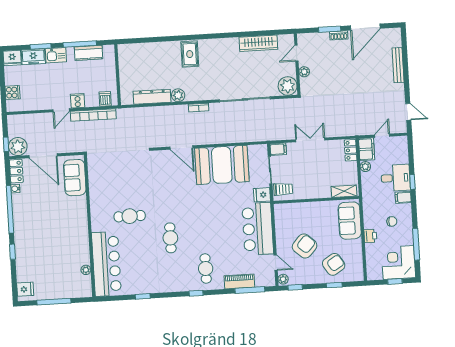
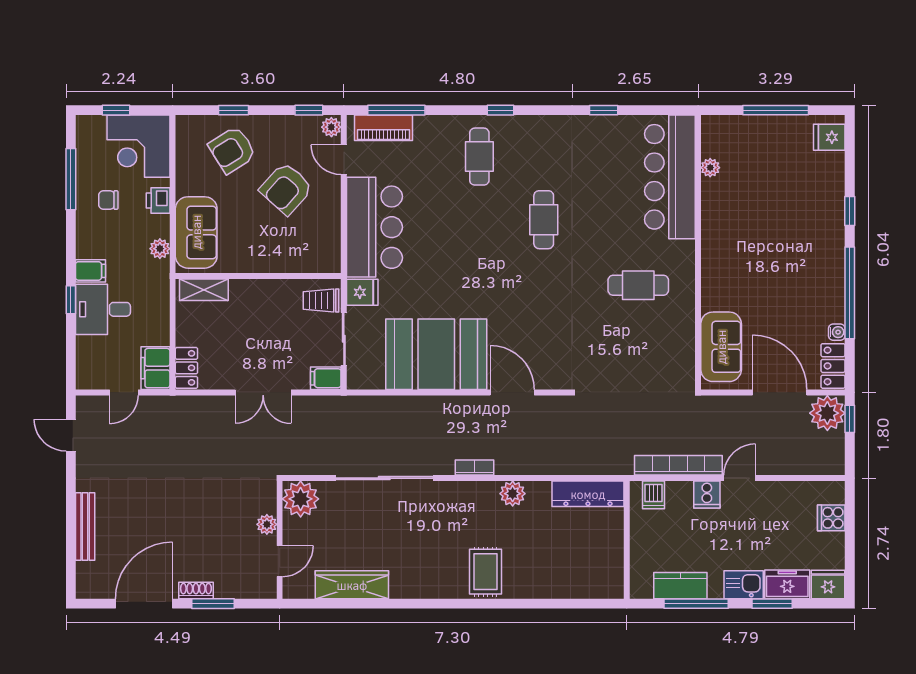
dresser: (152, 97) -> (588, 494), moved
plant: (365, 167) -> (160, 249), moved
cafe table: (130, 216) -> (638, 285), moved
chair: (392, 221) -> (108, 200), moved
corner desk: (398, 262) -> (138, 146), moved, turned 90
piano: (239, 281) -> (383, 128), moved

